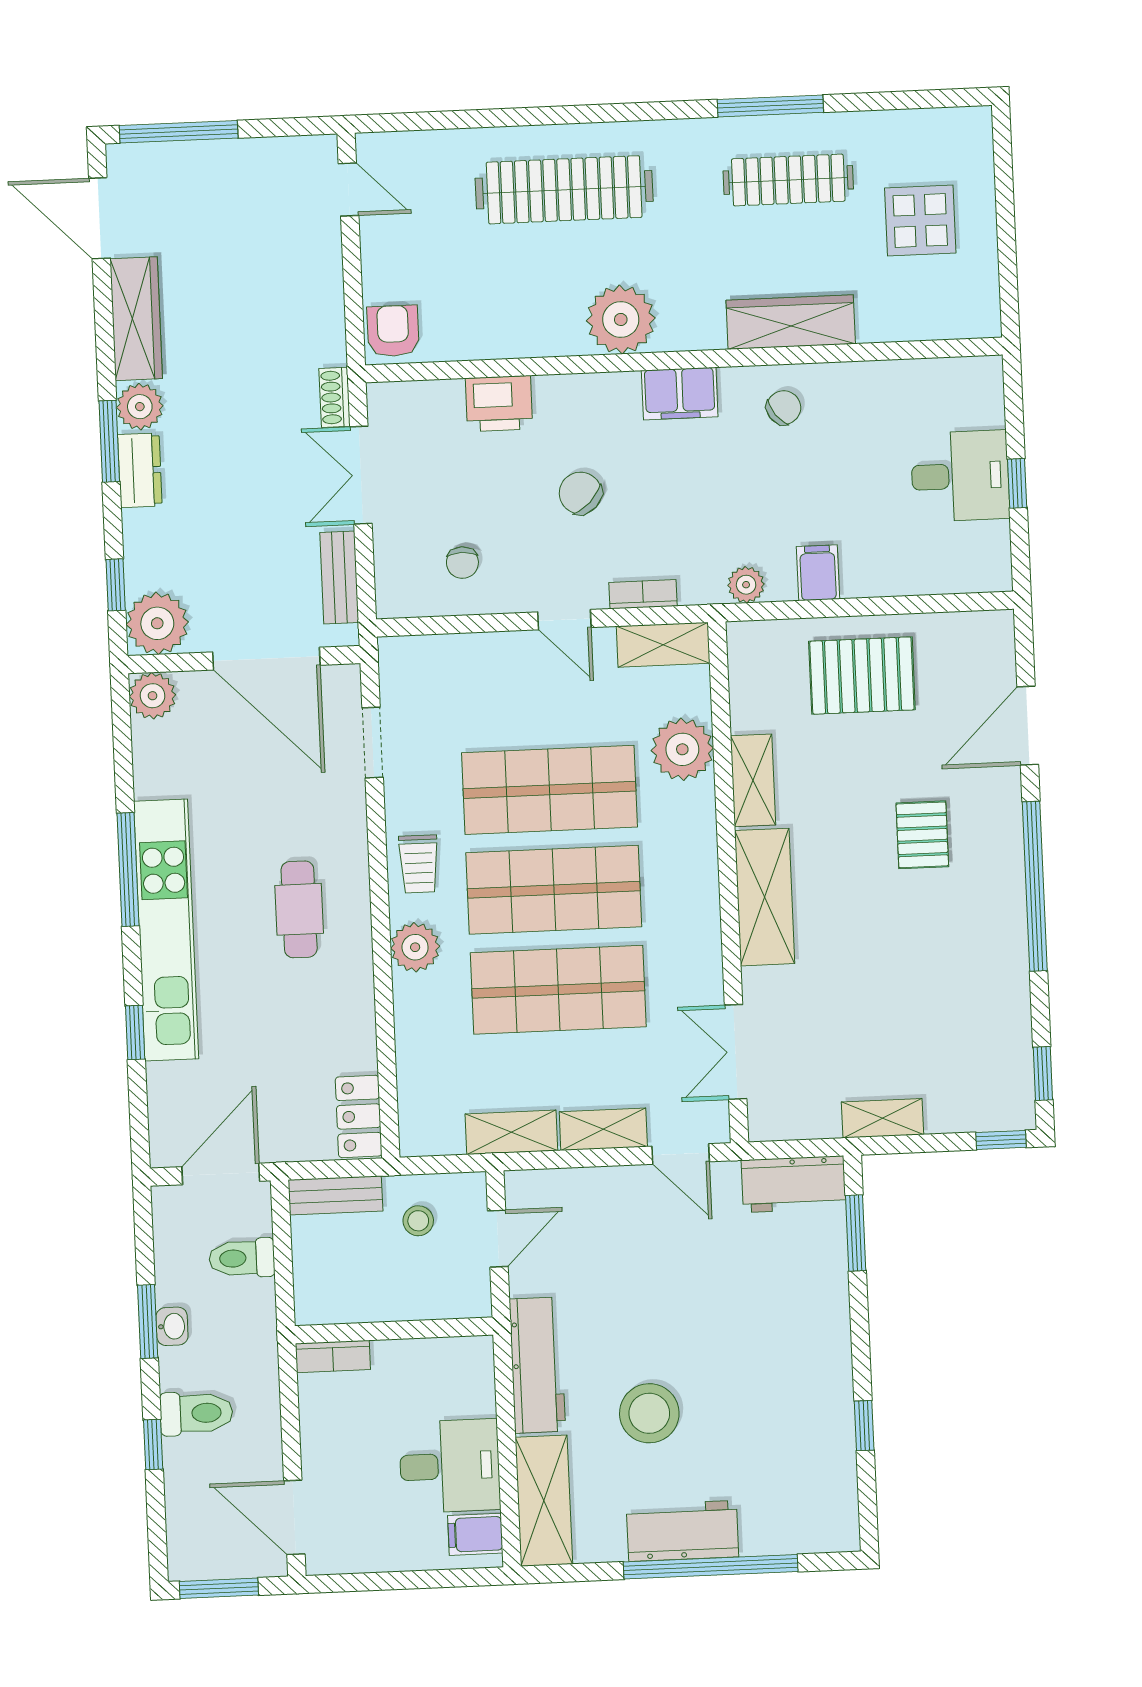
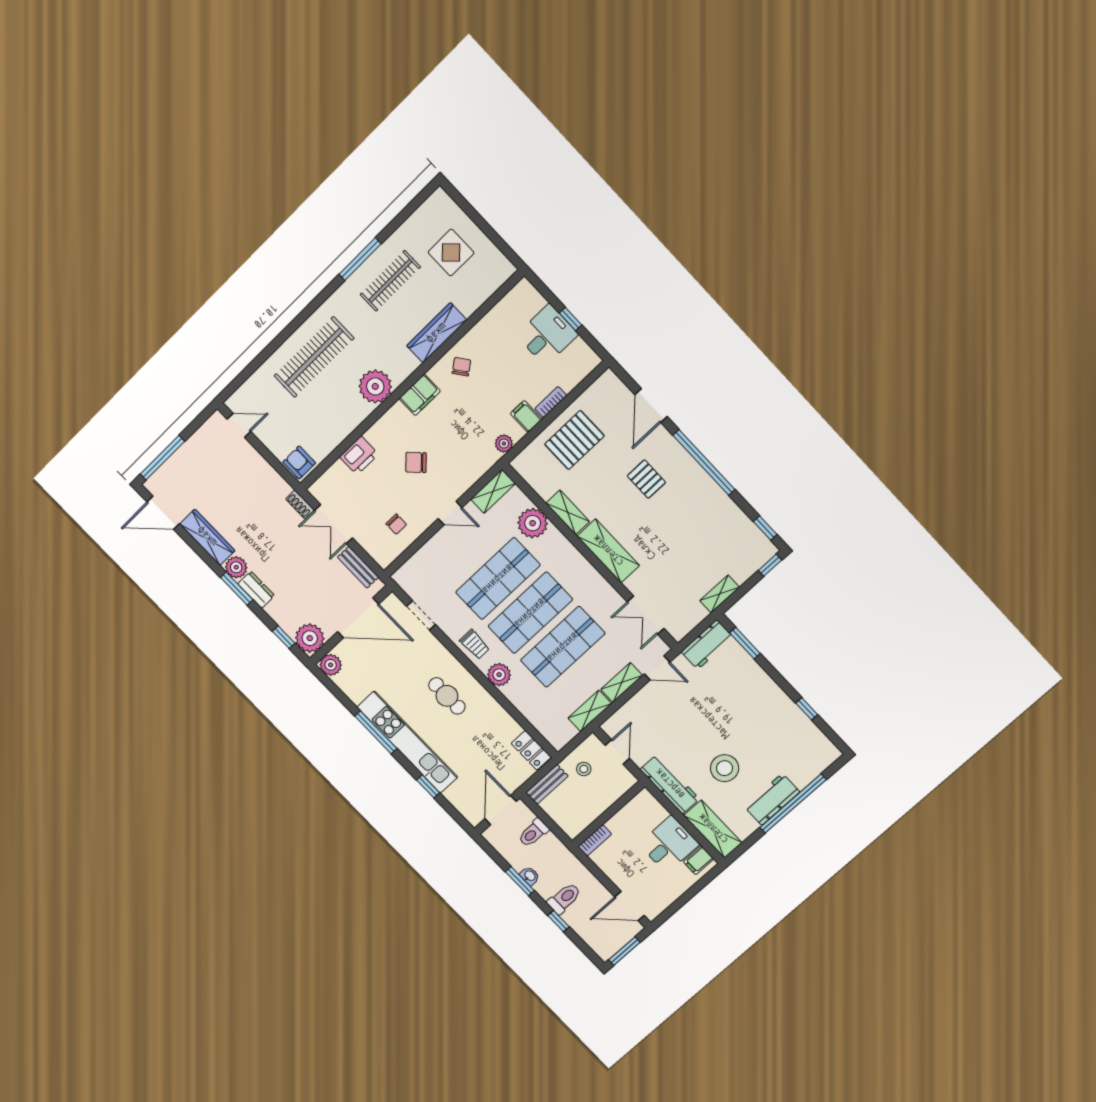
bookcase: (643, 594) -> (551, 402), moved

